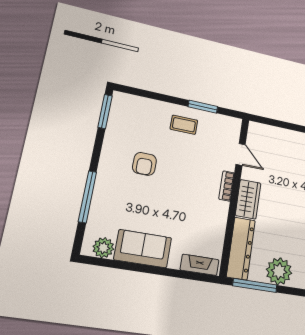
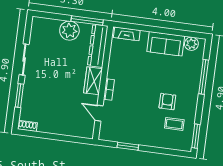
coffee table: (184, 125) -> (174, 124), moved

